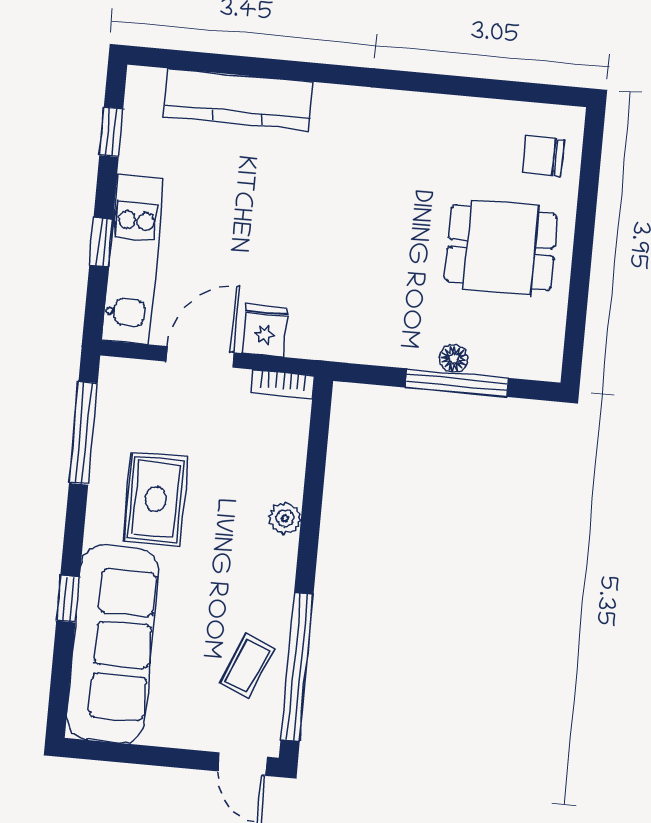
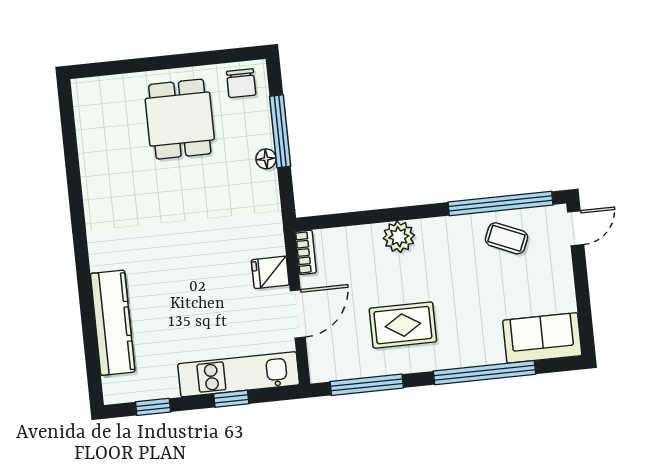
chair: (544, 156) -> (241, 83), moved
door: (200, 357) -> (298, 314), swing flipped
floor lamp: (454, 359) -> (266, 159), moved
plant: (285, 518) -> (399, 237), width x1.38, depth x1.38
window: (68, 599) -> (485, 373), width x3.17
sofa: (113, 644) -> (542, 338), width x0.54, depth x0.79

